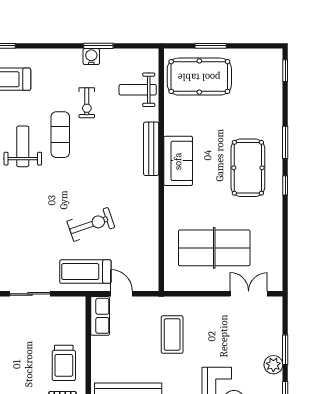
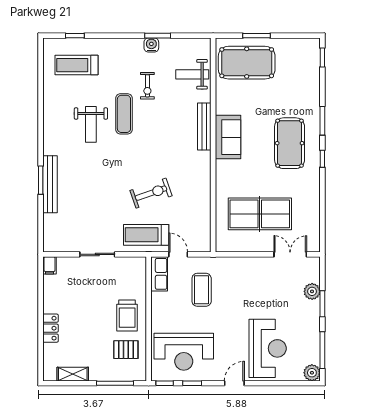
weight bench: (23, 146) -> (91, 124), turned 180
coffee table: (172, 335) -> (202, 290), moved
plant: (273, 365) -> (312, 291), moved

